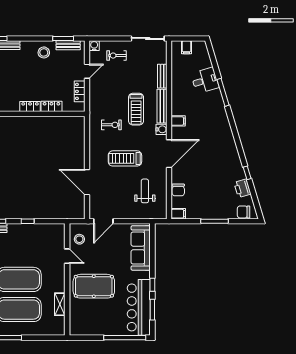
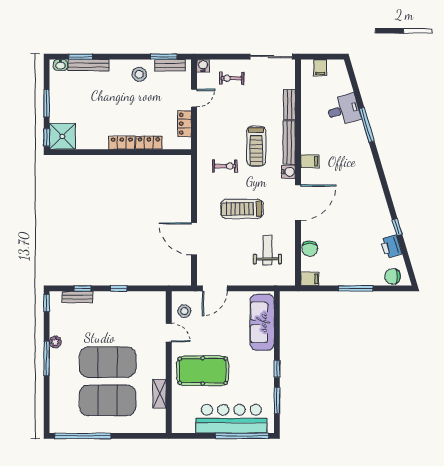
bar counter: (139, 307) -> (231, 419), moved, turned 90

